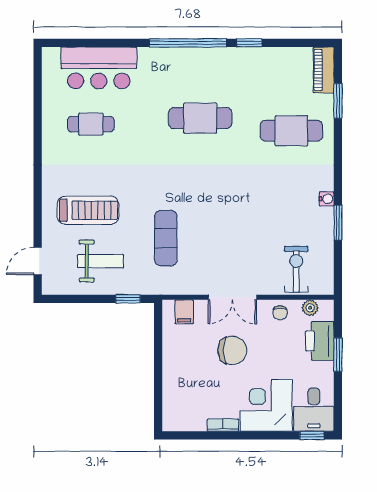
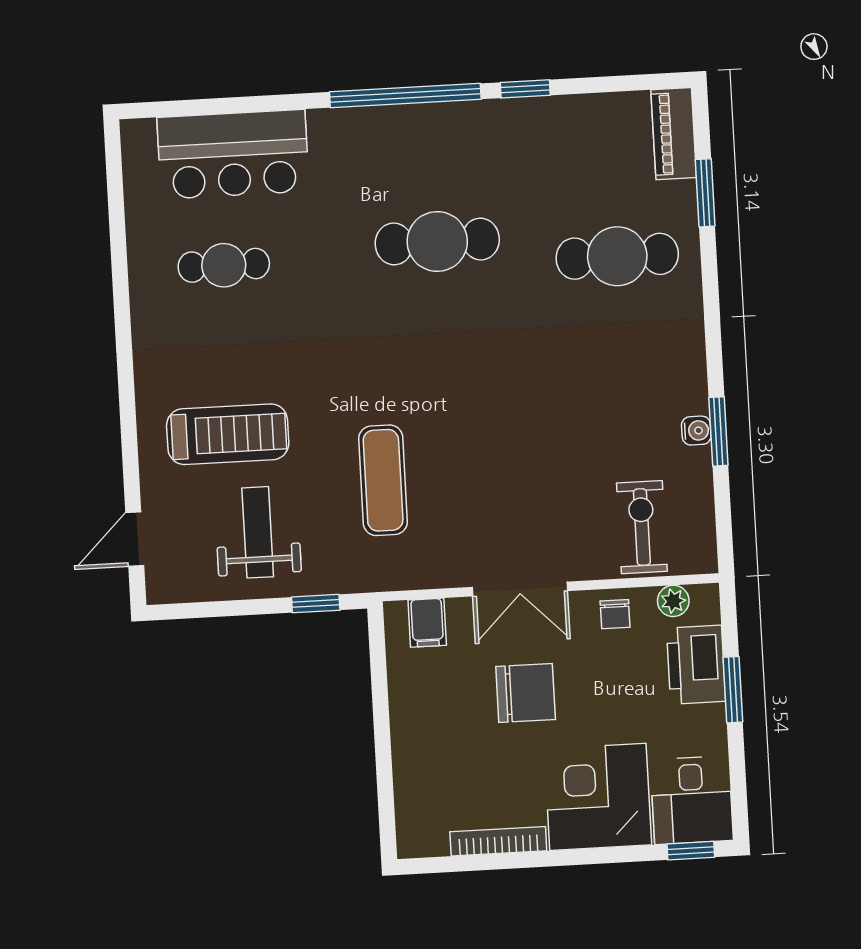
water cooler: (327, 199) -> (696, 431), moved
weight bench: (101, 261) -> (258, 532), turned -90
bookcase: (223, 425) -> (498, 841), width x1.56

